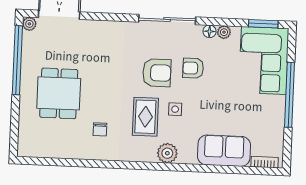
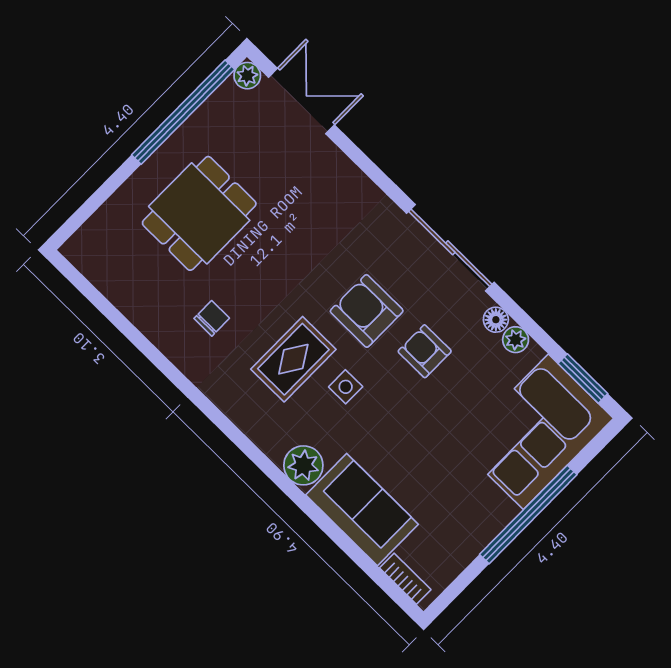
armchair: (157, 73) -> (367, 311), turned 180
chair: (100, 129) -> (212, 318), turned 180
plant: (167, 153) -> (303, 465), moved

